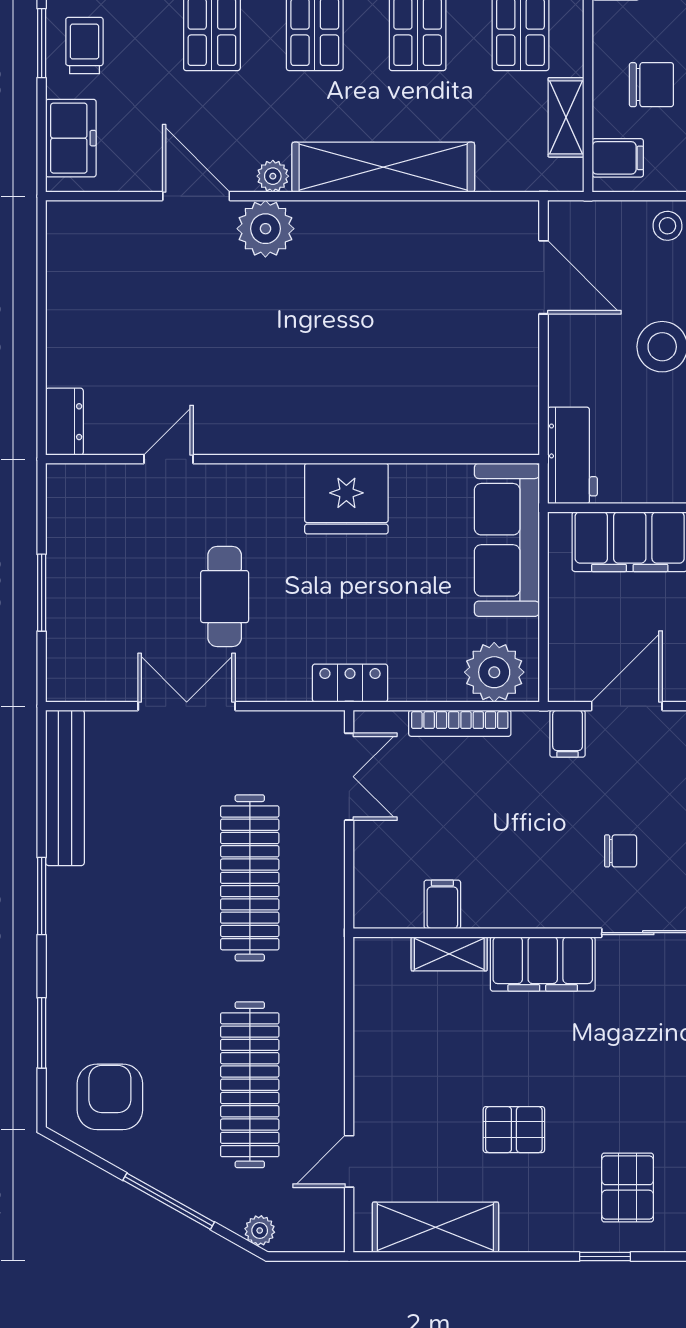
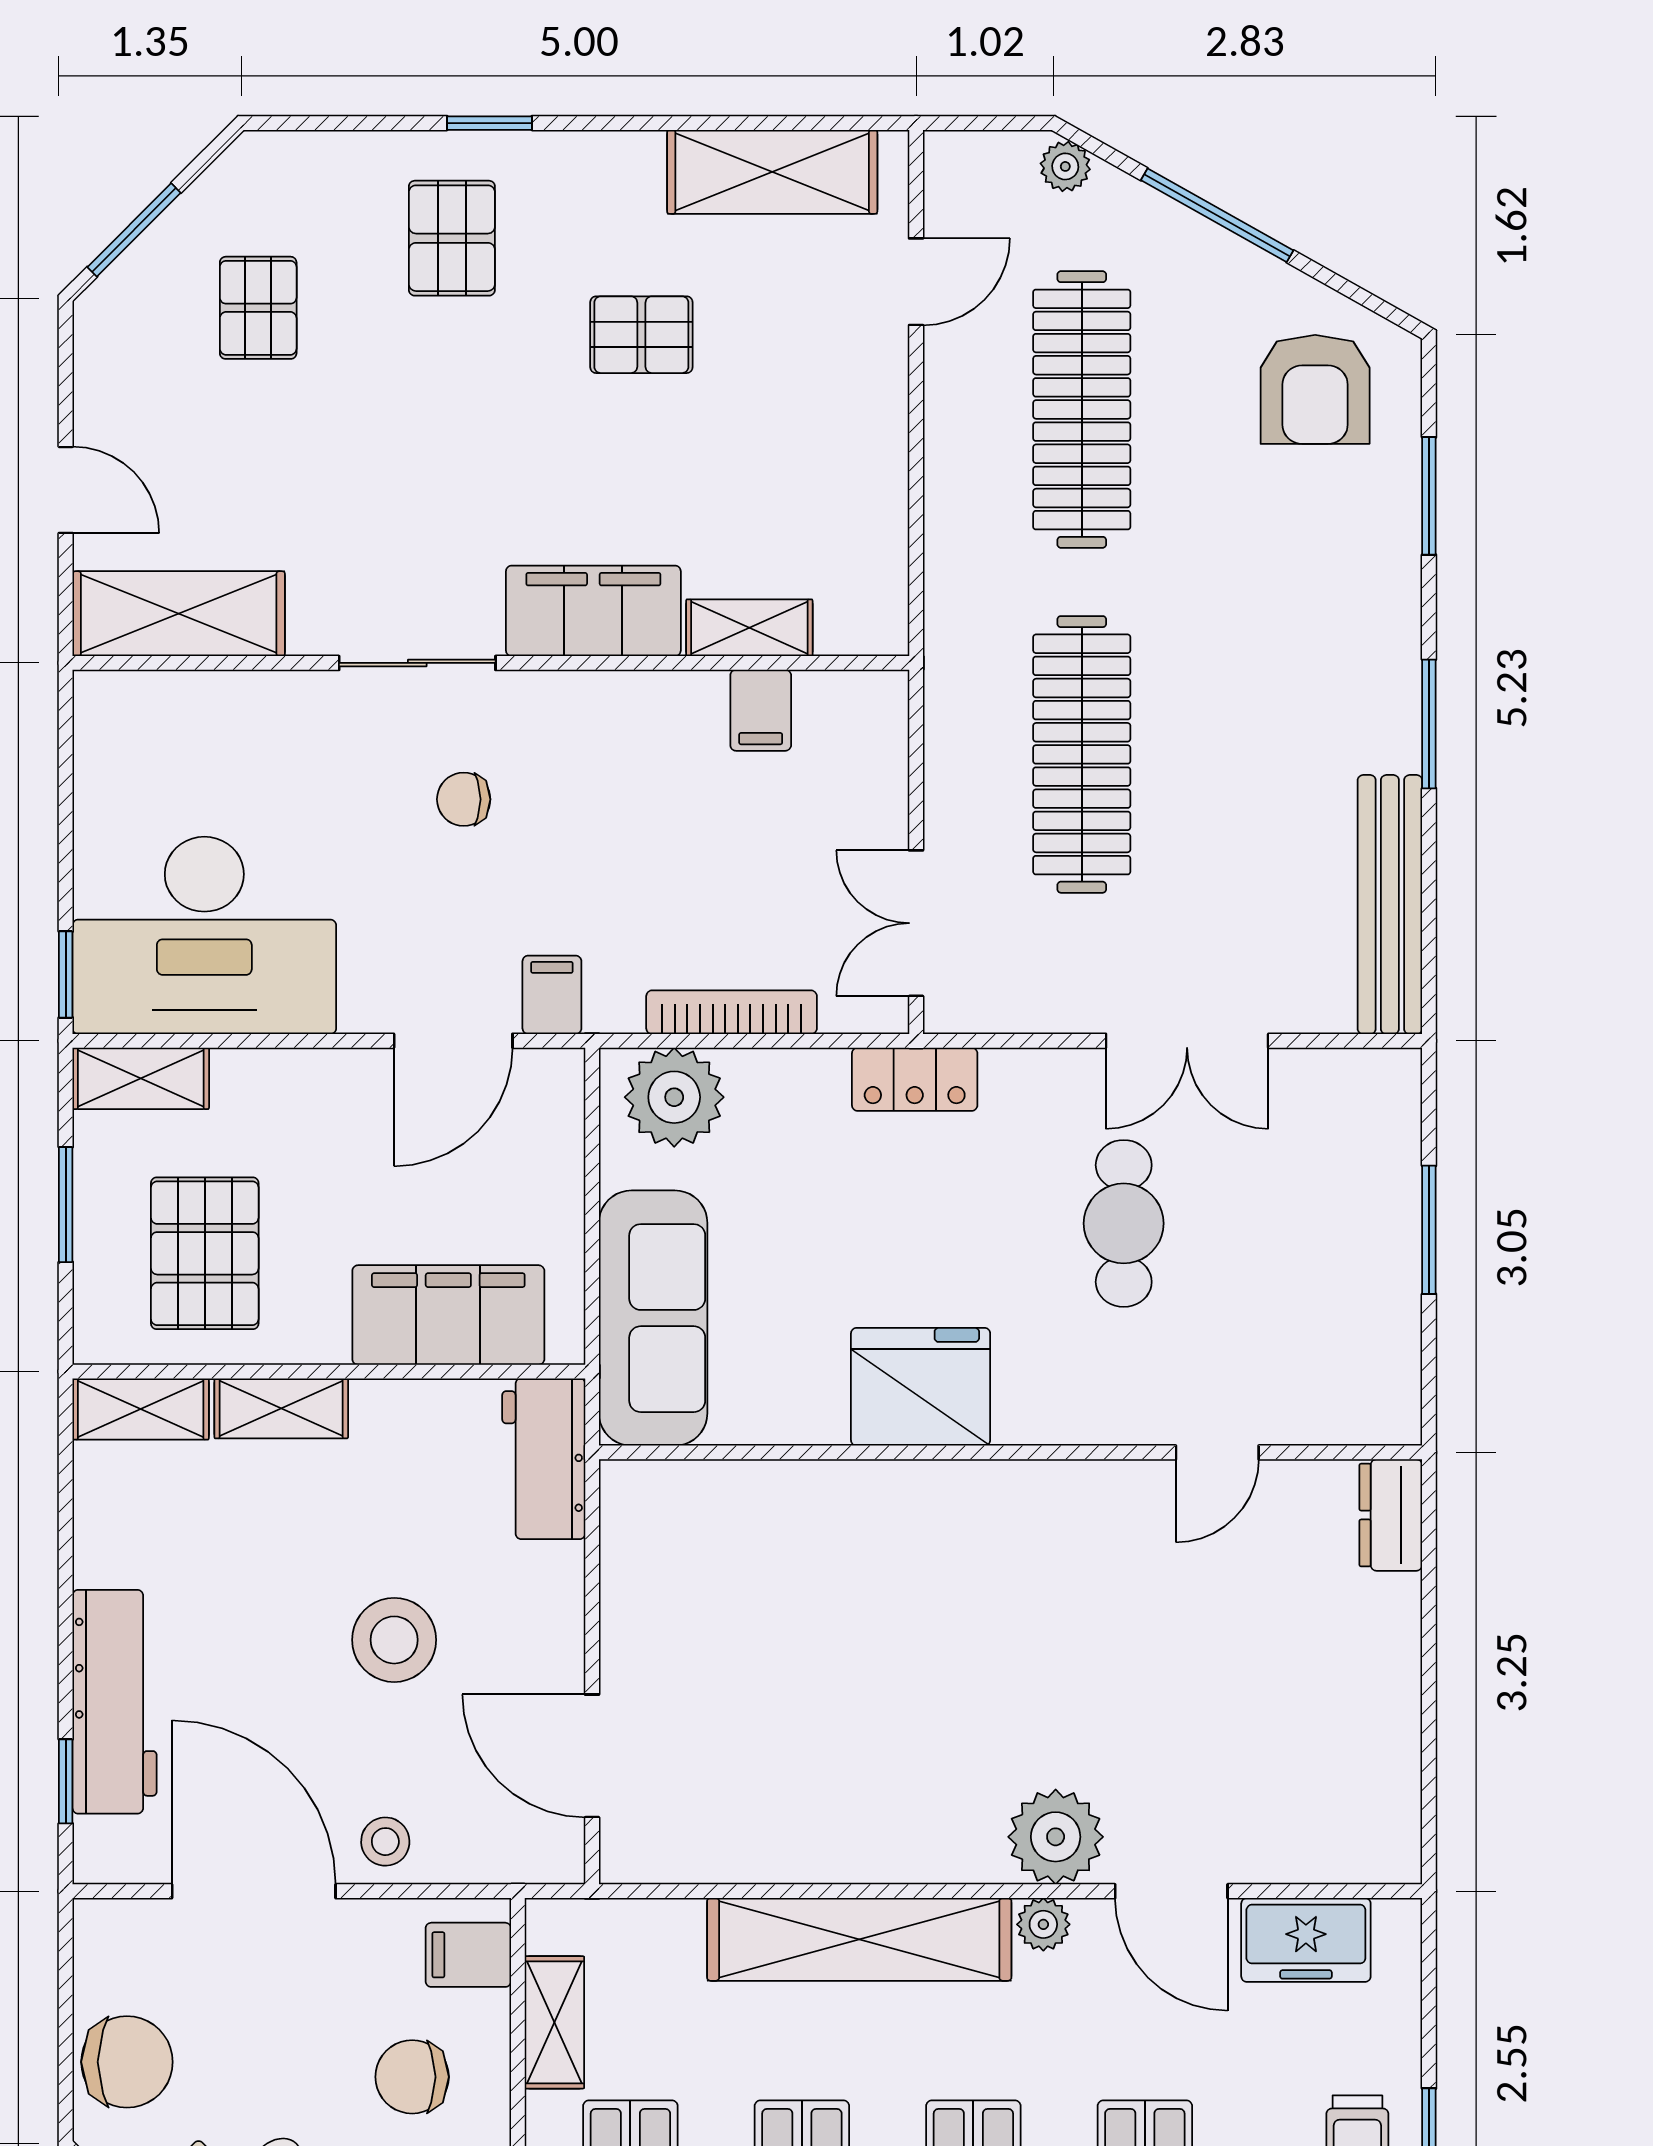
freezer: (71, 138) -> (1306, 1940), moved, turned -90

